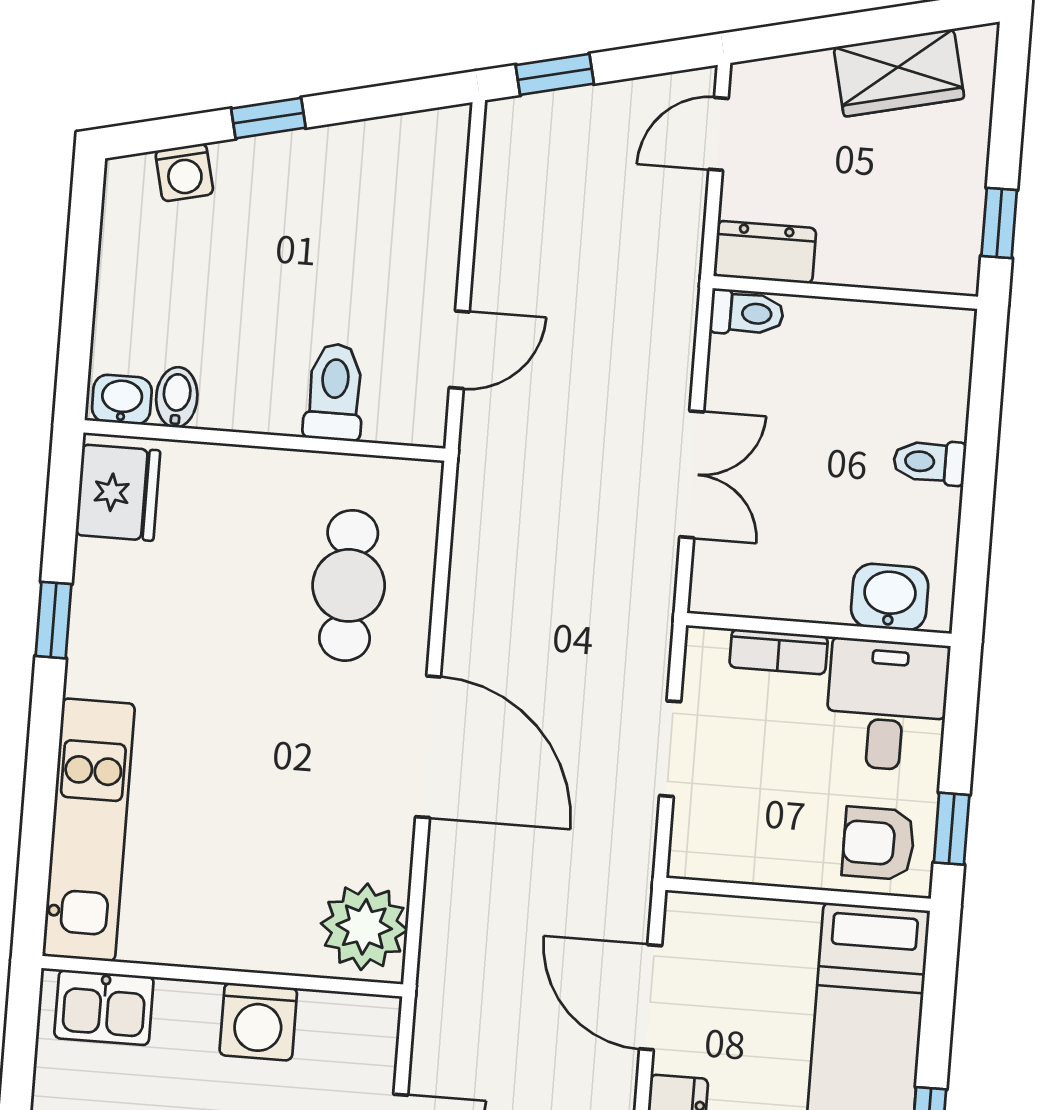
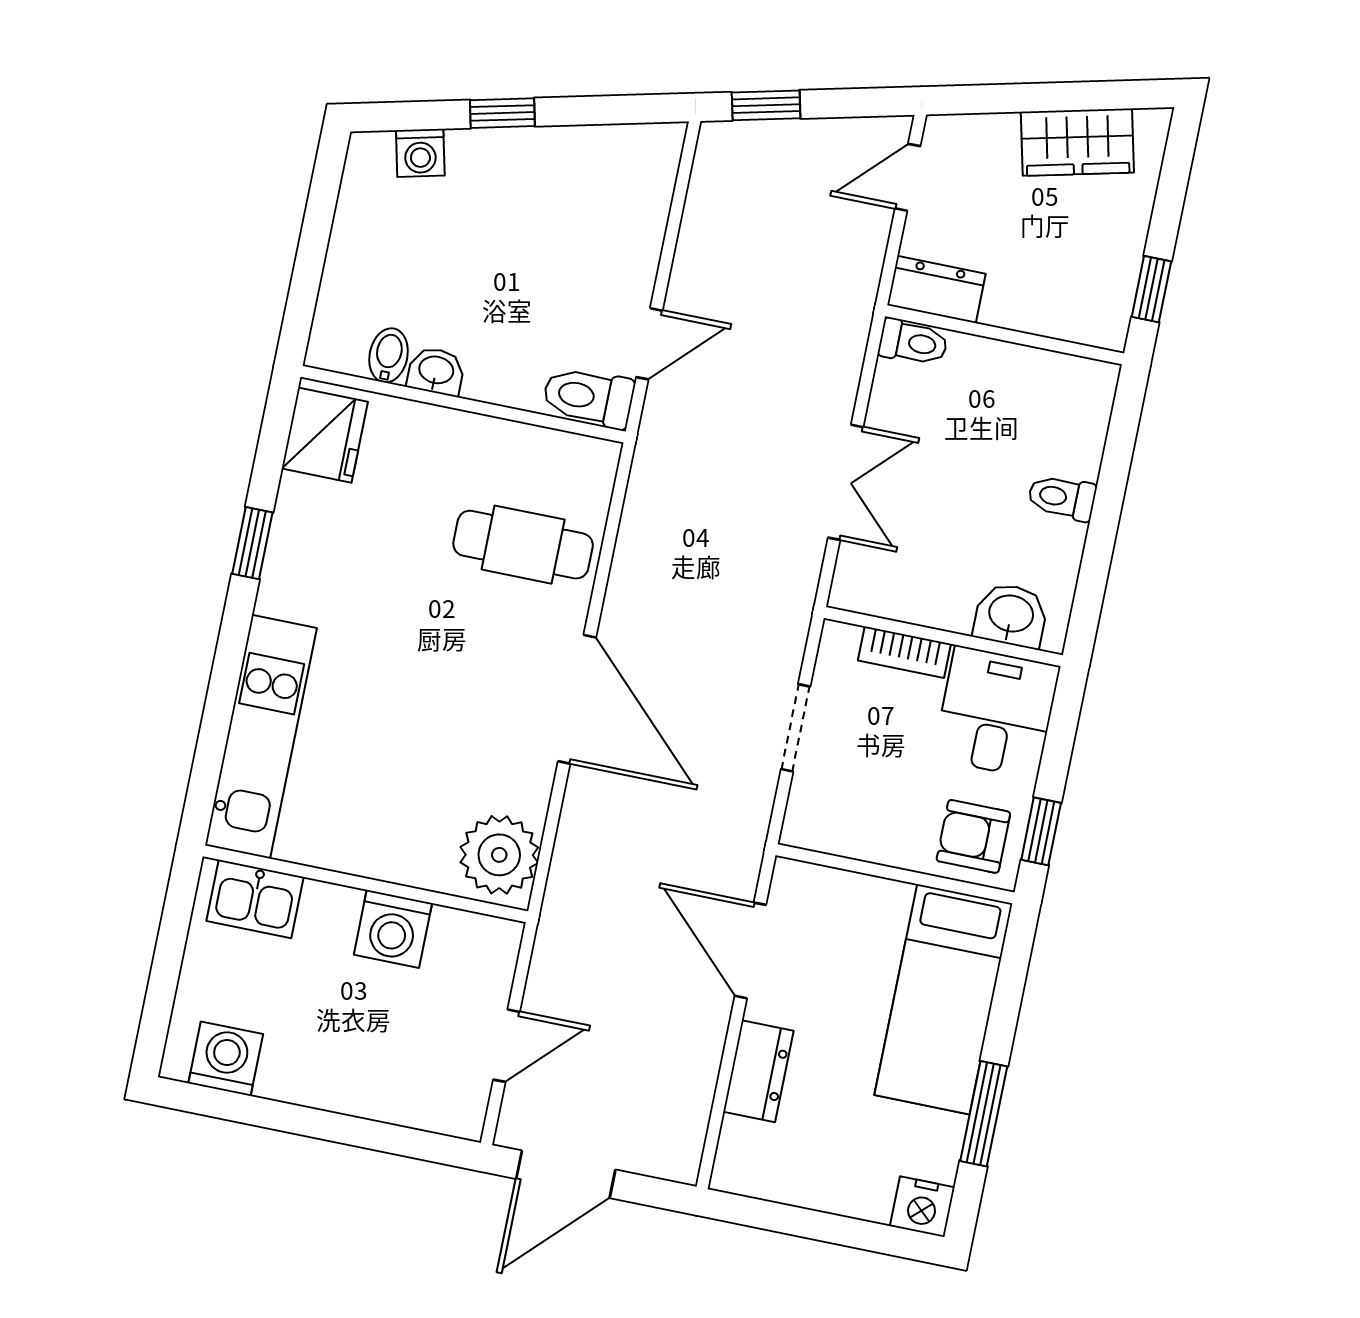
toilet: (334, 392) -> (588, 397), moved, turned -90
washbasin: (122, 400) -> (436, 371), moved
cafe table: (349, 585) -> (523, 545), turned 90

